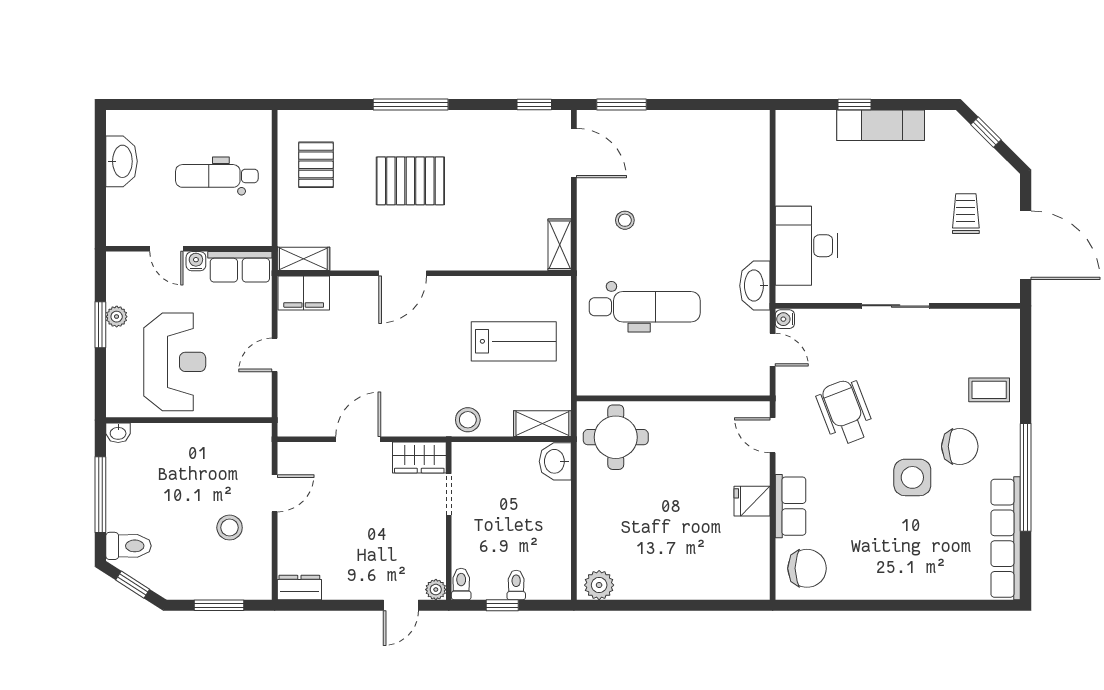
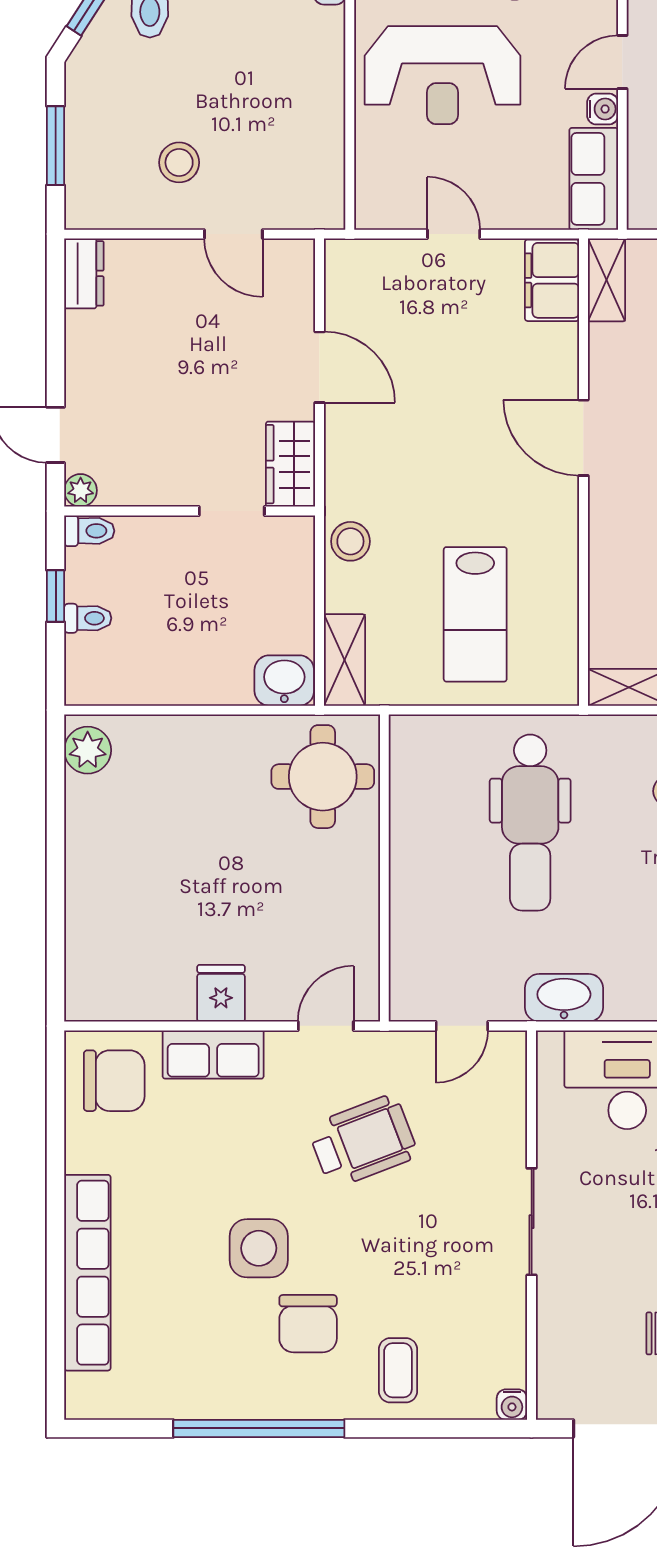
water cooler: (785, 319) -> (512, 1405), moved, turned 180
row of seats: (1006, 538) -> (87, 1273), moved, turned 90
chair: (807, 568) -> (114, 1081), turned -90

